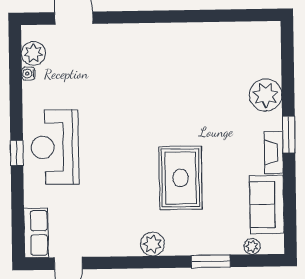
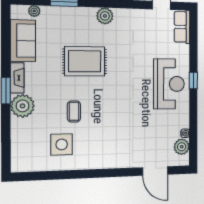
side table: (211, 59) -> (62, 144), added
plant: (266, 95) -> (23, 106), moved
coffee table: (195, 106) -> (74, 111), added
rug: (181, 178) -> (85, 61), turned 90

